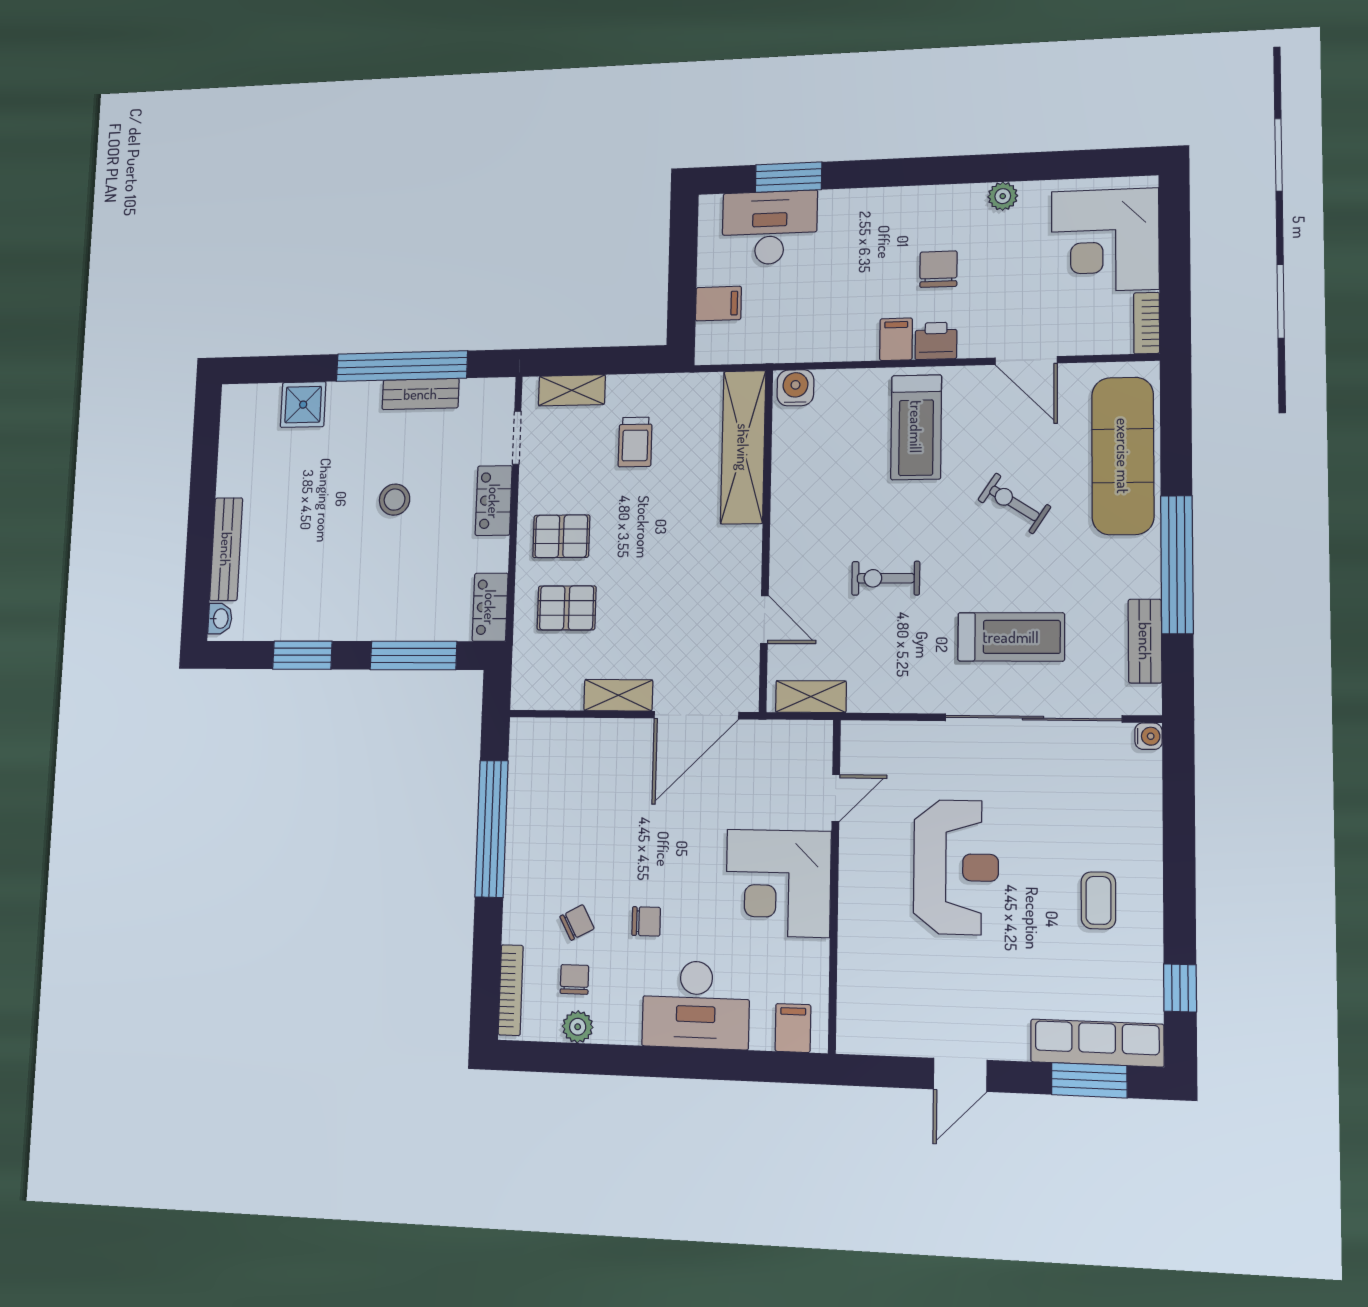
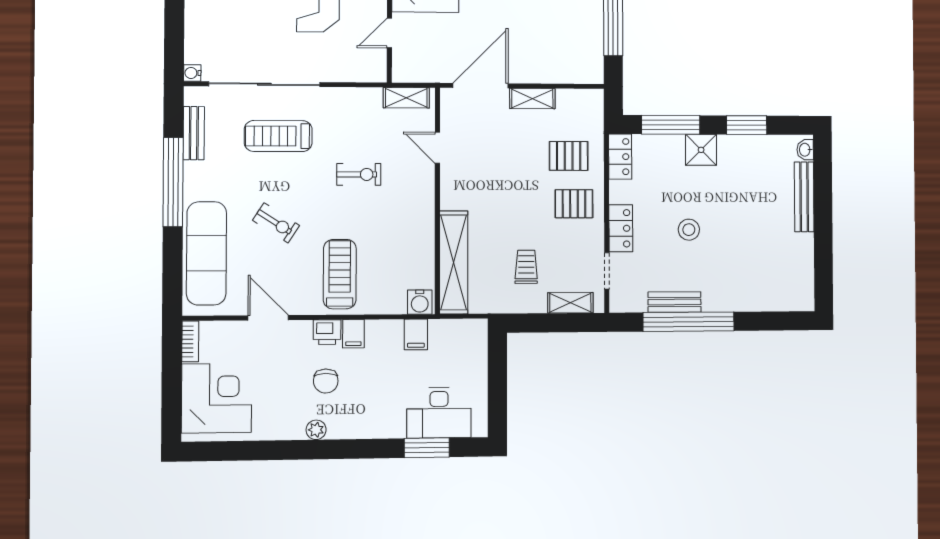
plant: (1003, 196) -> (316, 430), moved
filing cabinet: (718, 304) -> (416, 334), moved, turned -90
shower: (303, 405) -> (701, 150), moved

